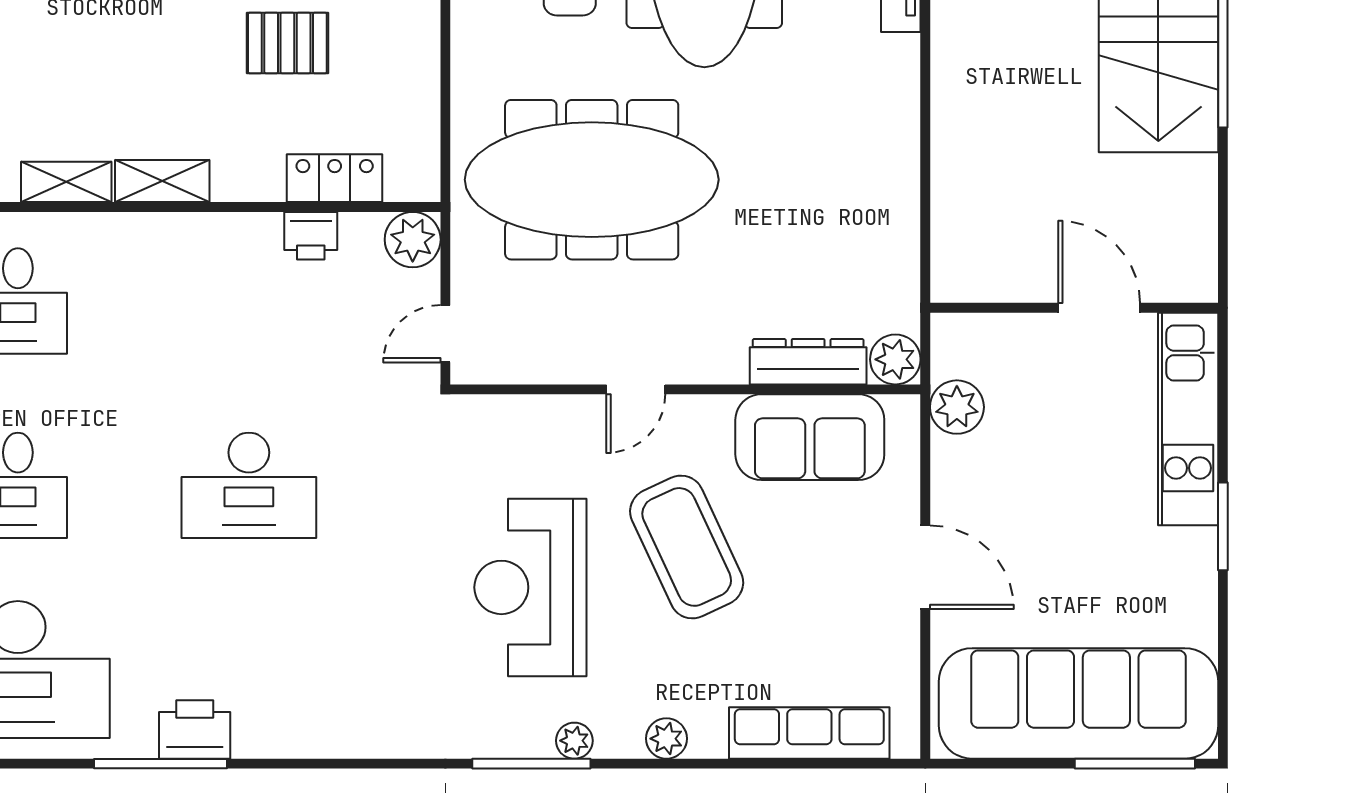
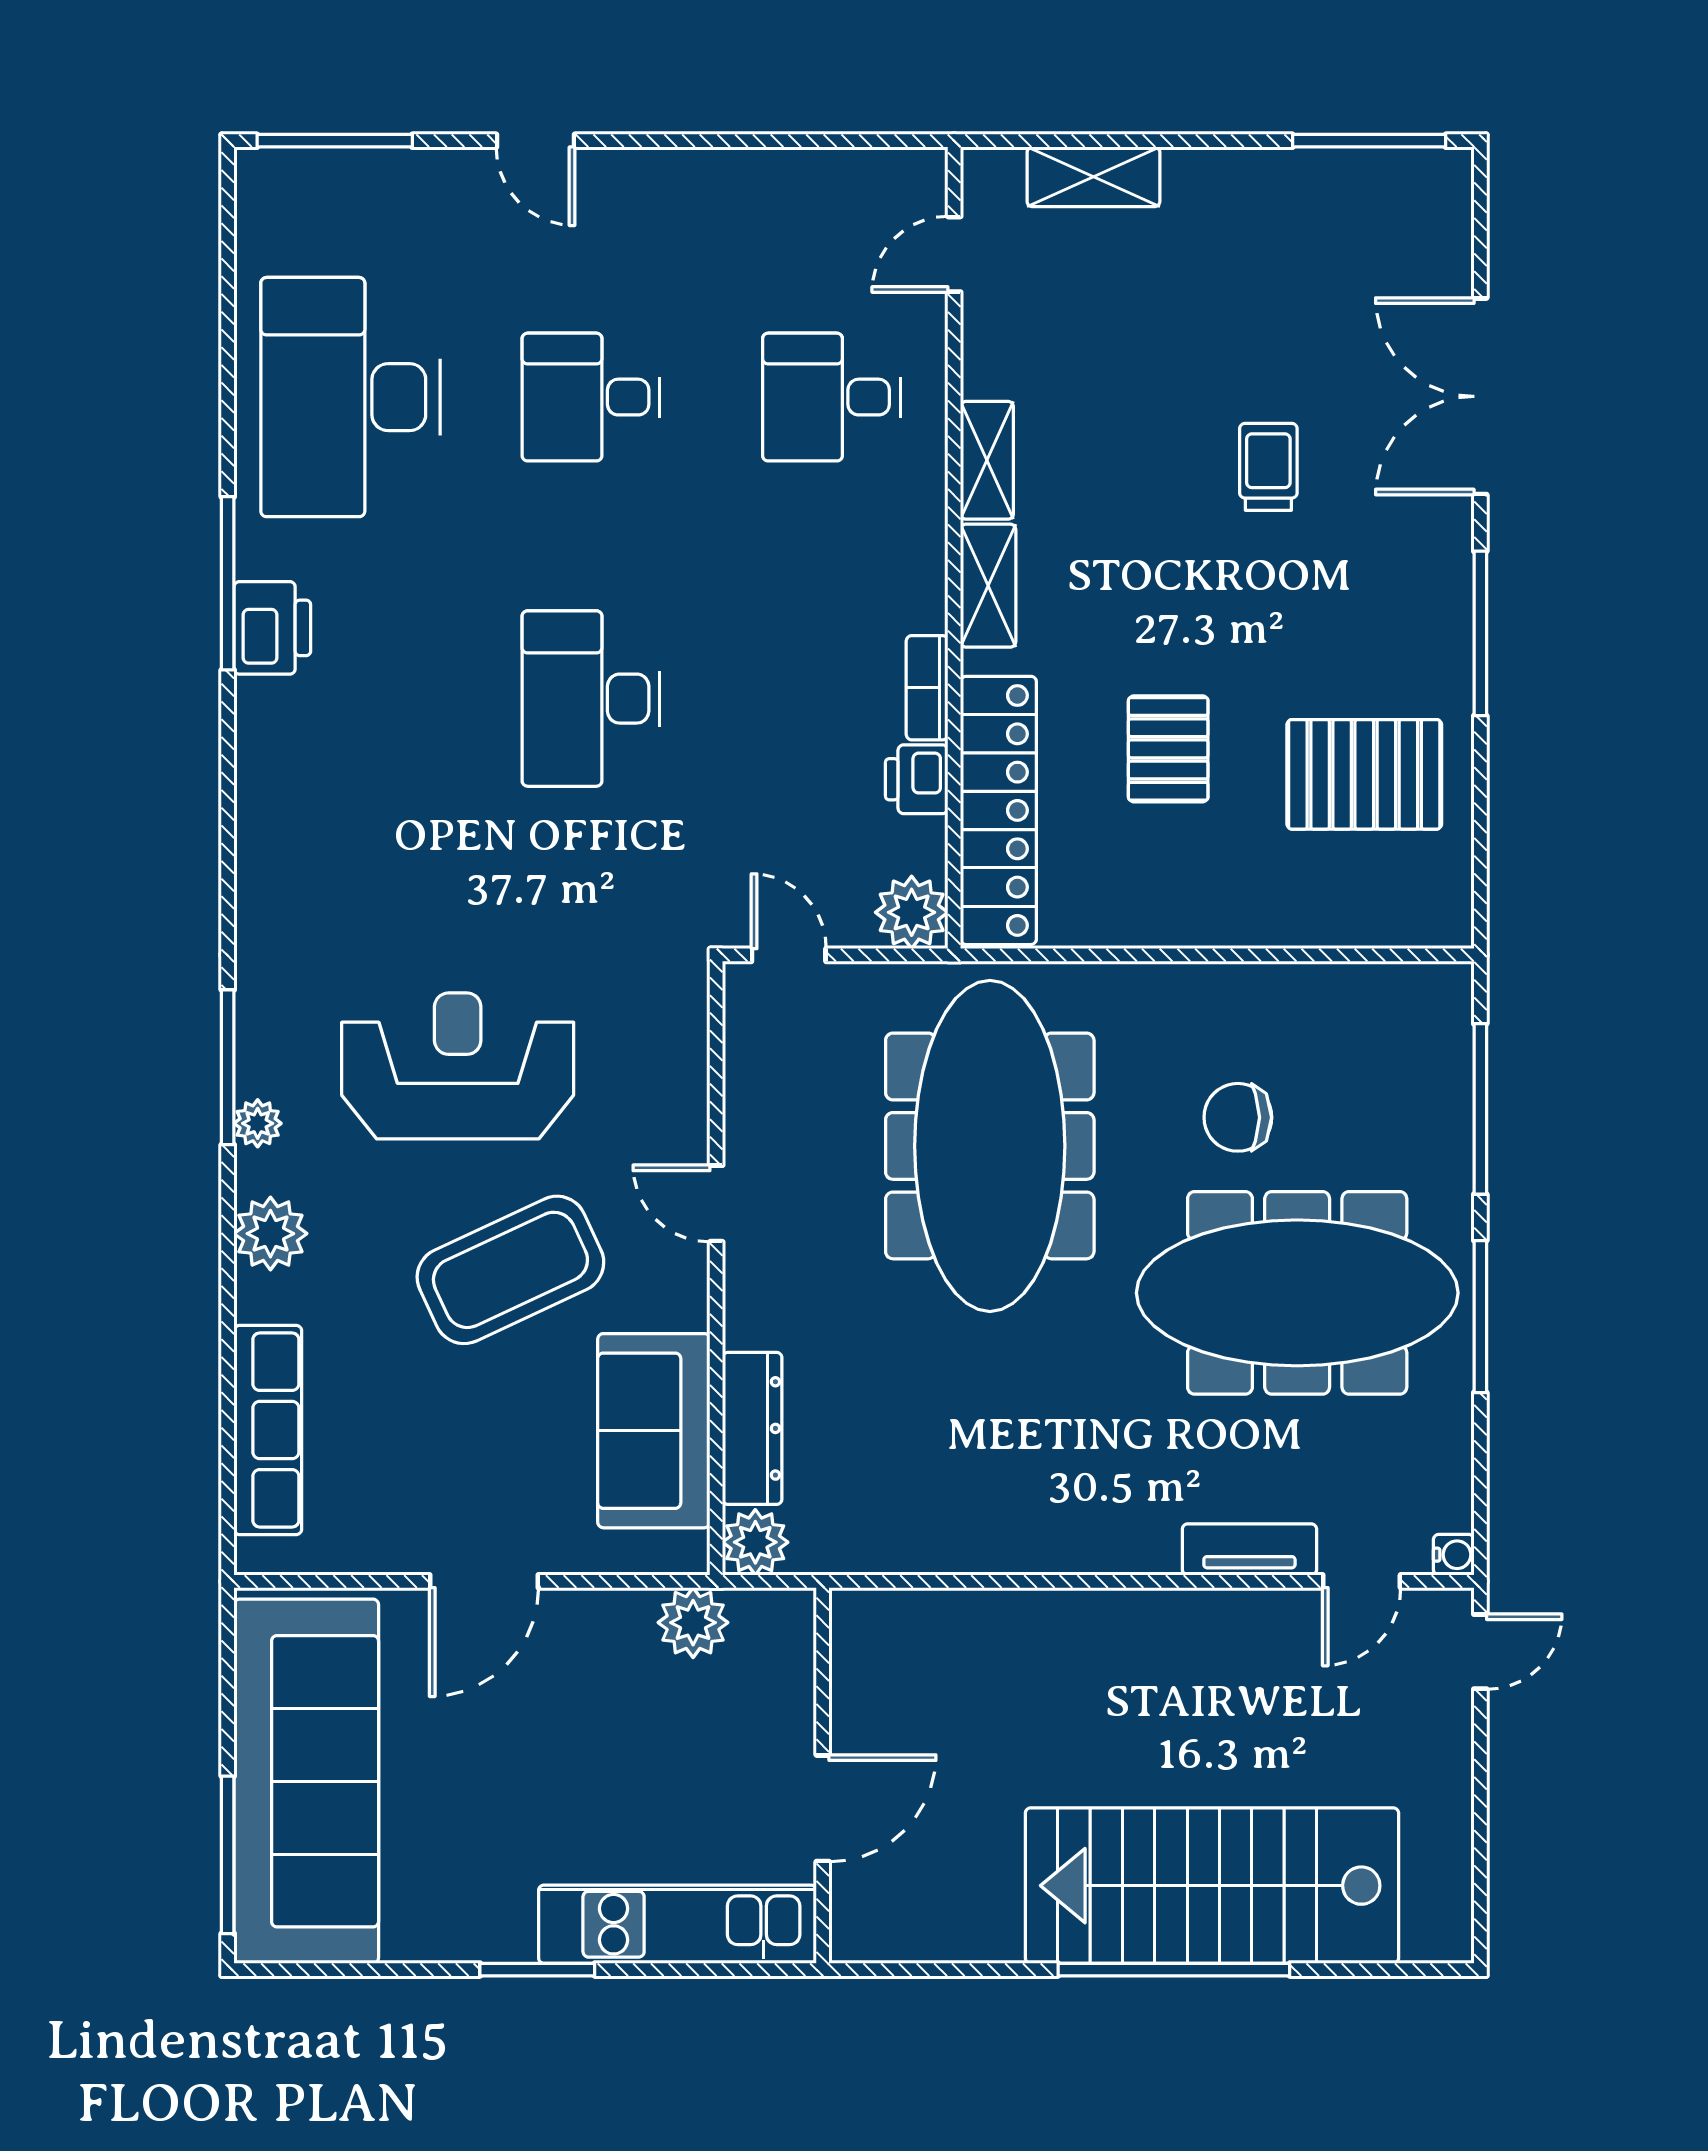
locker: (335, 178) -> (998, 810), width x2.16, depth x1.21
bookcase: (241, 228) -> (927, 688), added
plant: (666, 739) -> (270, 1234), width x1.38, depth x1.38

